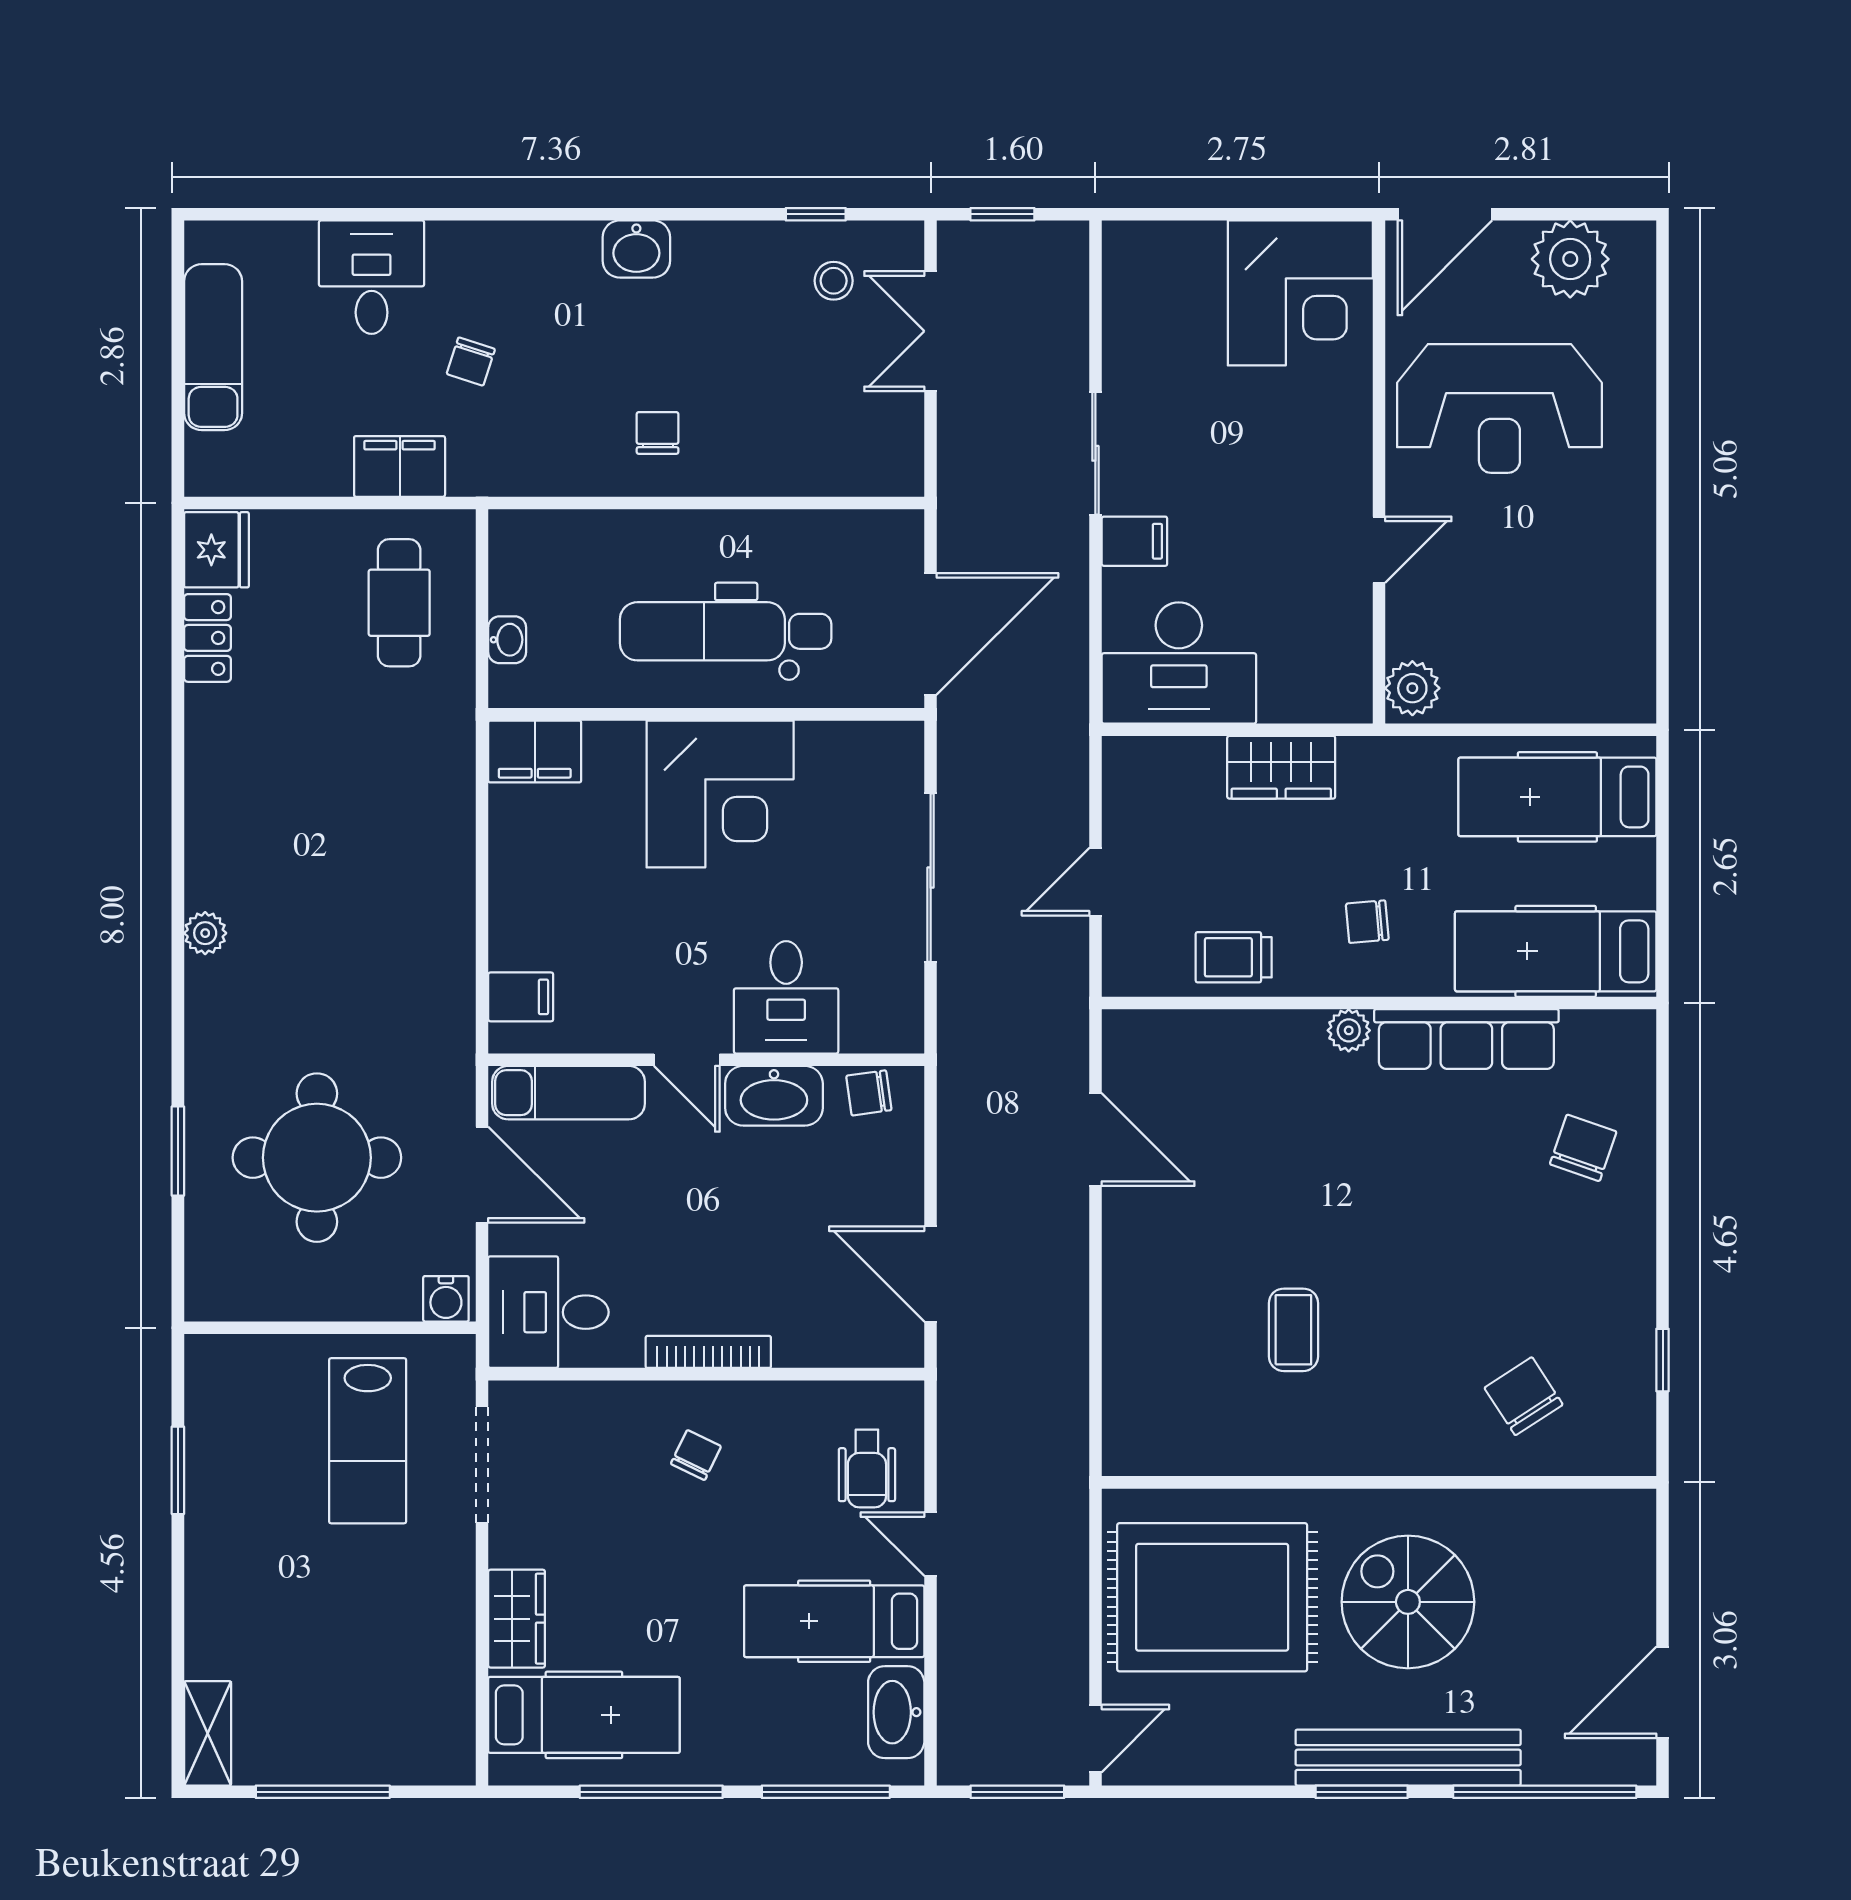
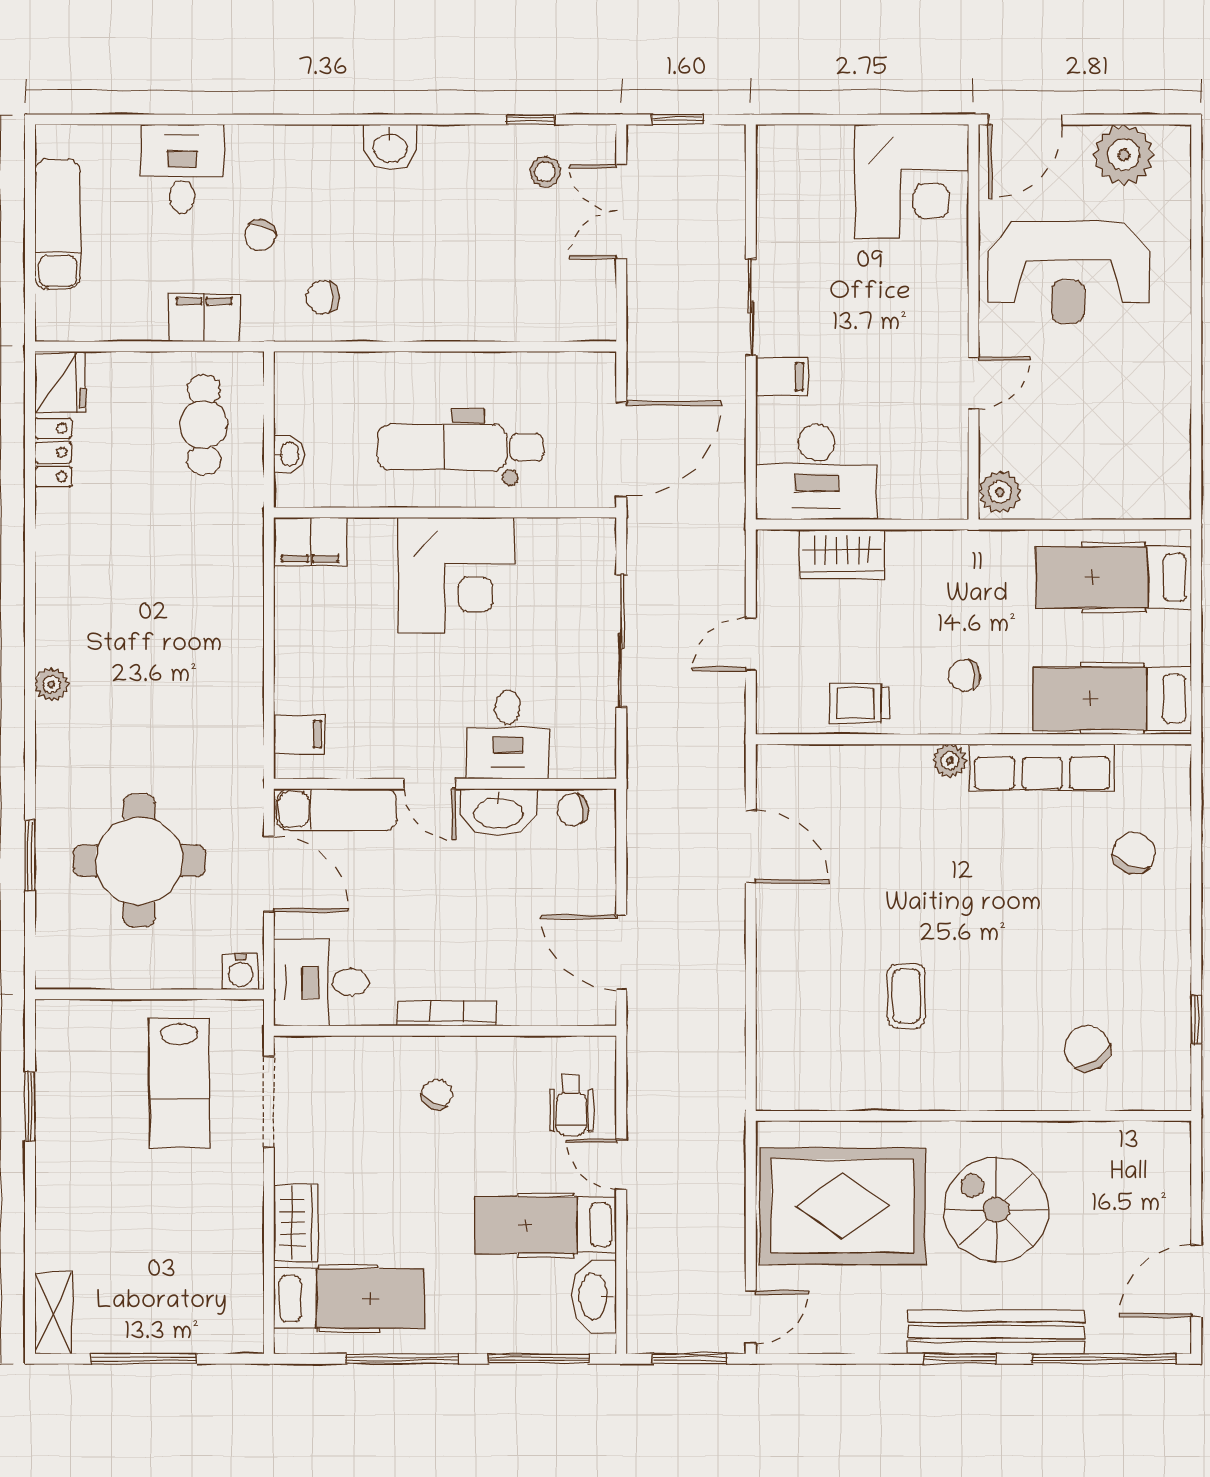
chair: (658, 433) -> (323, 297), moved, turned -90
wardrobe: (1281, 767) -> (842, 554), moved

